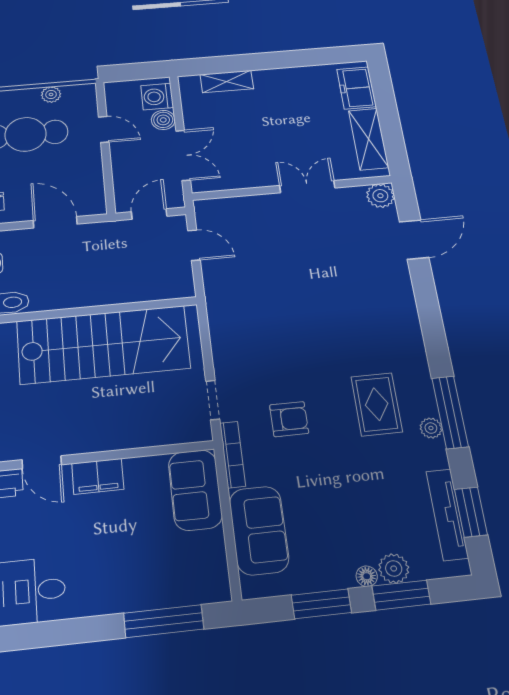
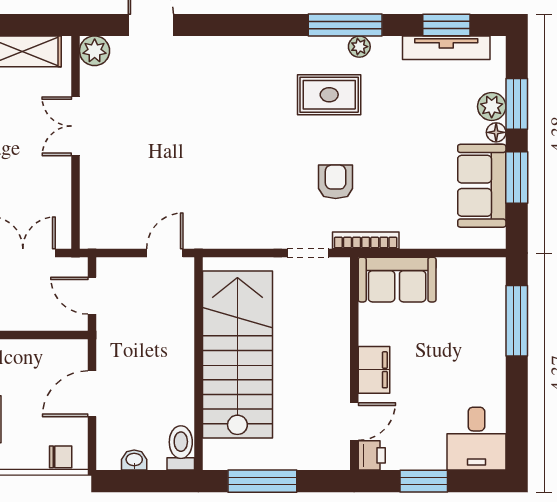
door: (194, 245) -> (165, 253), moved
sofa: (259, 530) -> (482, 186), moved, turned -90

